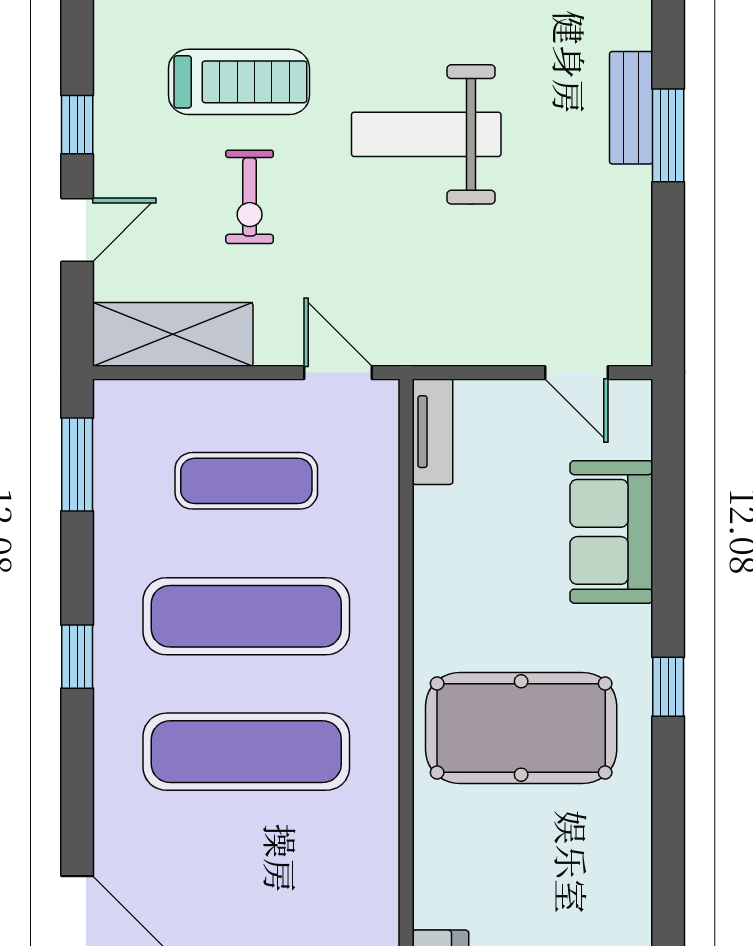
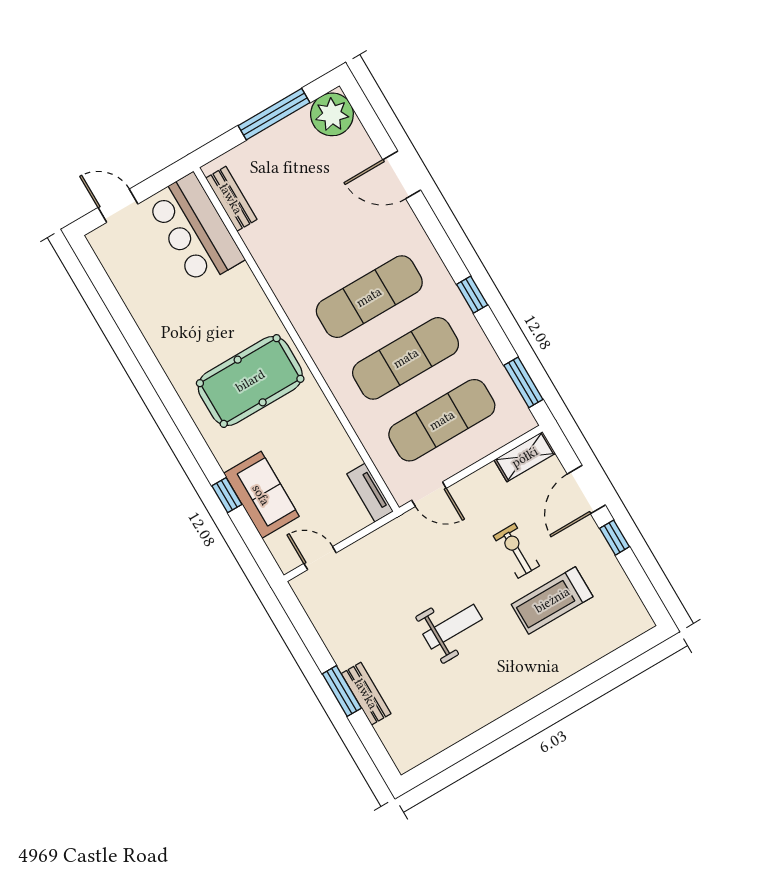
weight bench: (426, 134) -> (453, 627), width x0.73, depth x0.75
door: (77, 230) -> (586, 489), width x1.38
shelving: (173, 334) -> (525, 457), width x0.67, depth x0.75
exercise mat: (246, 481) -> (442, 420), width x1.36, depth x1.45
window: (668, 687) -> (227, 495), moved

